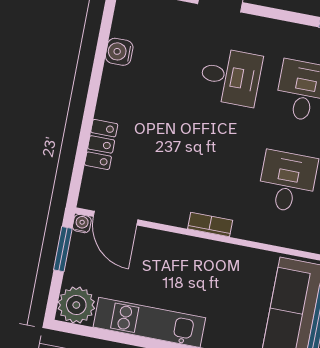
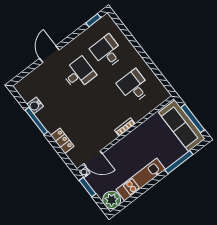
window: (96, 76) -> (36, 121), added

